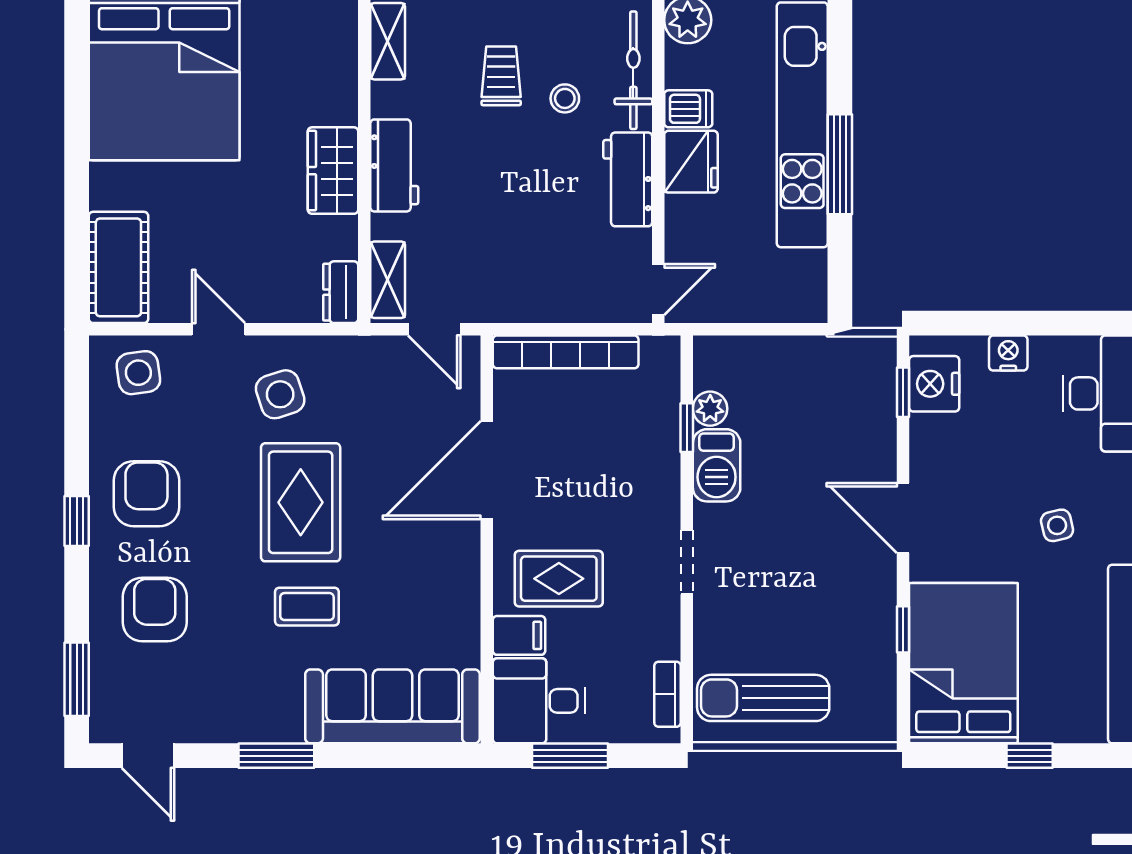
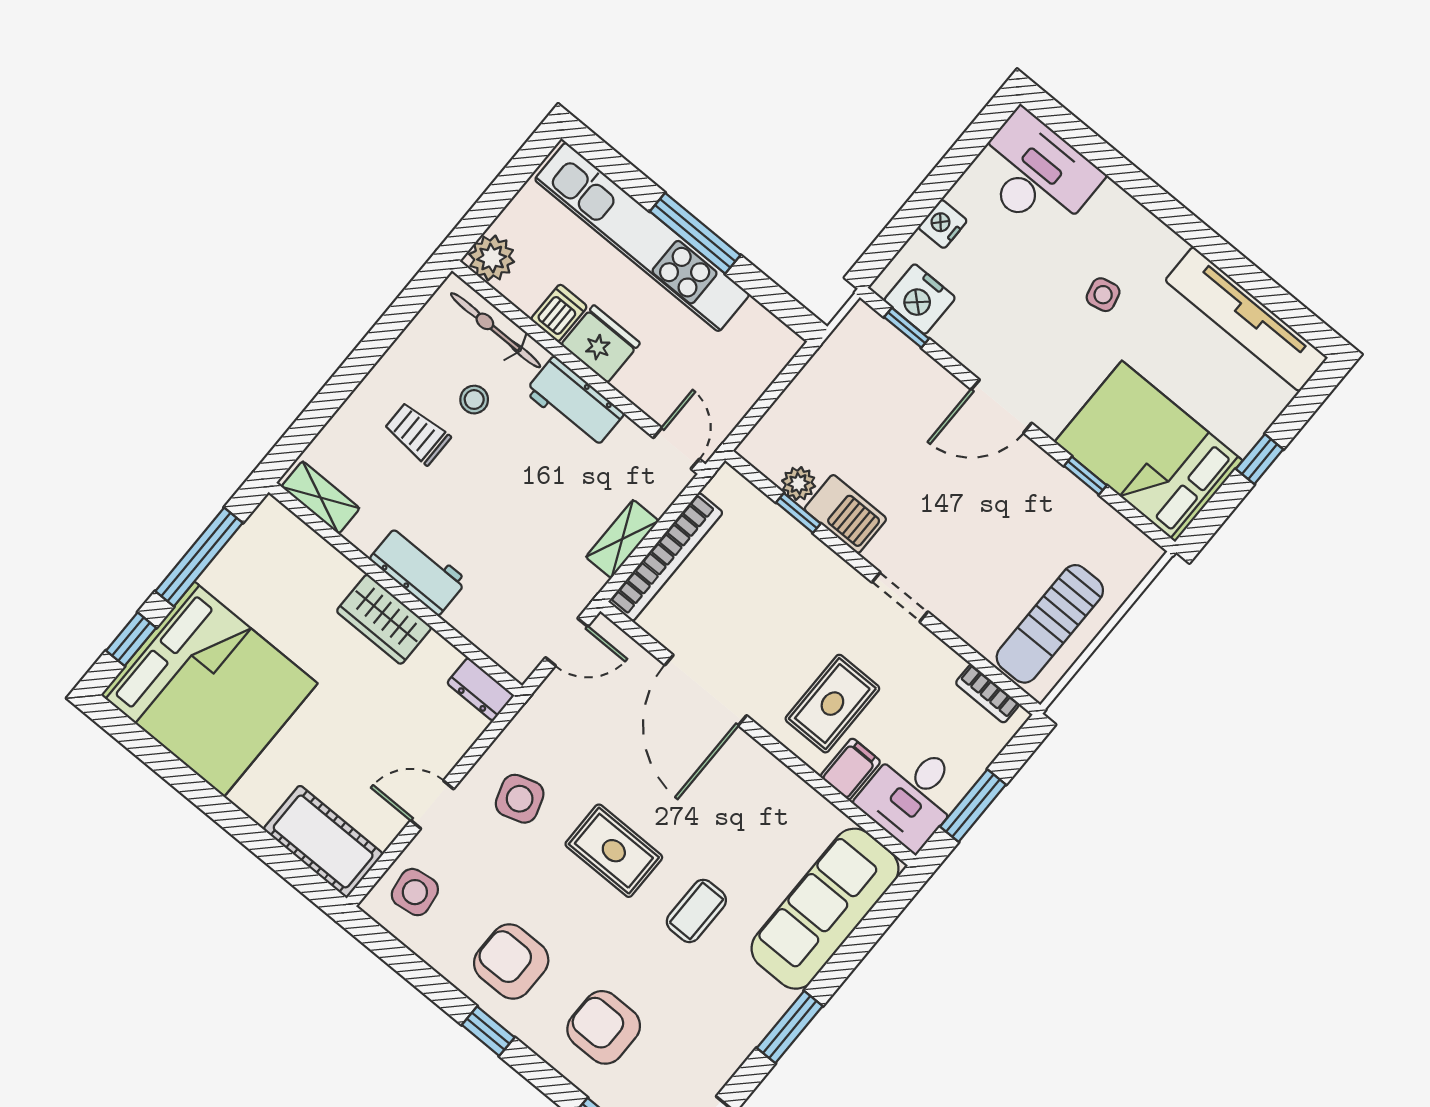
shelving: (388, 280) -> (622, 539), moved, turned 90
rug: (301, 502) -> (614, 851), width x0.73, depth x0.70

